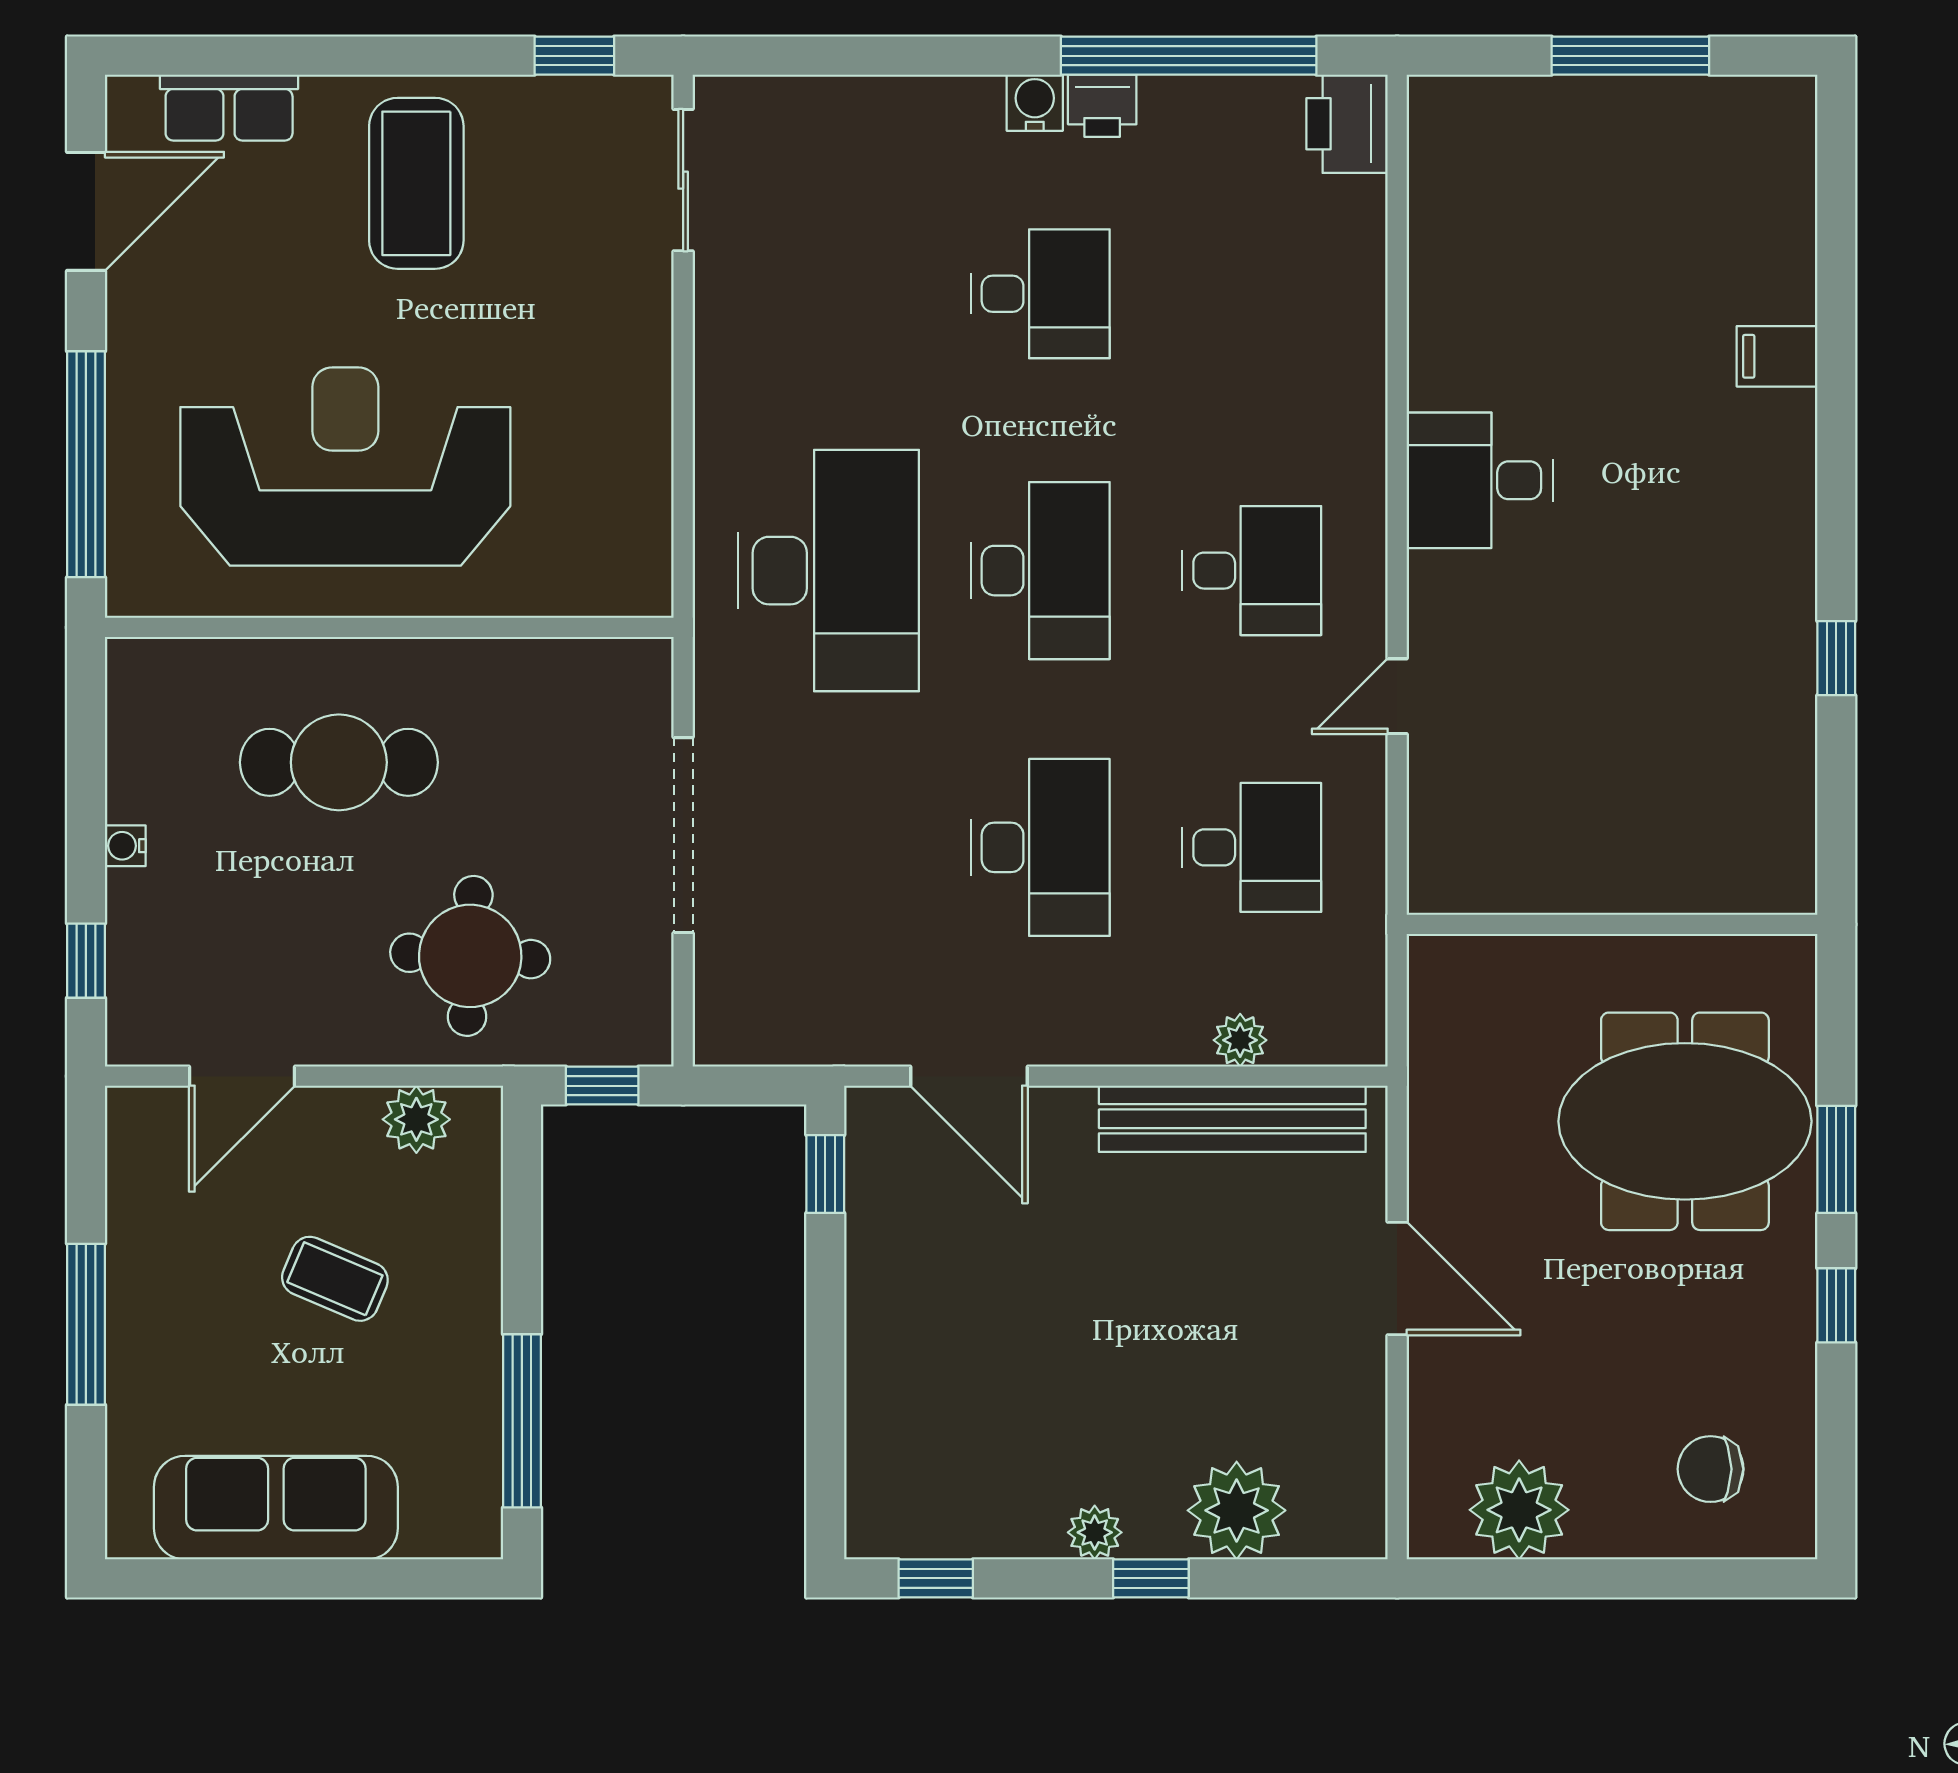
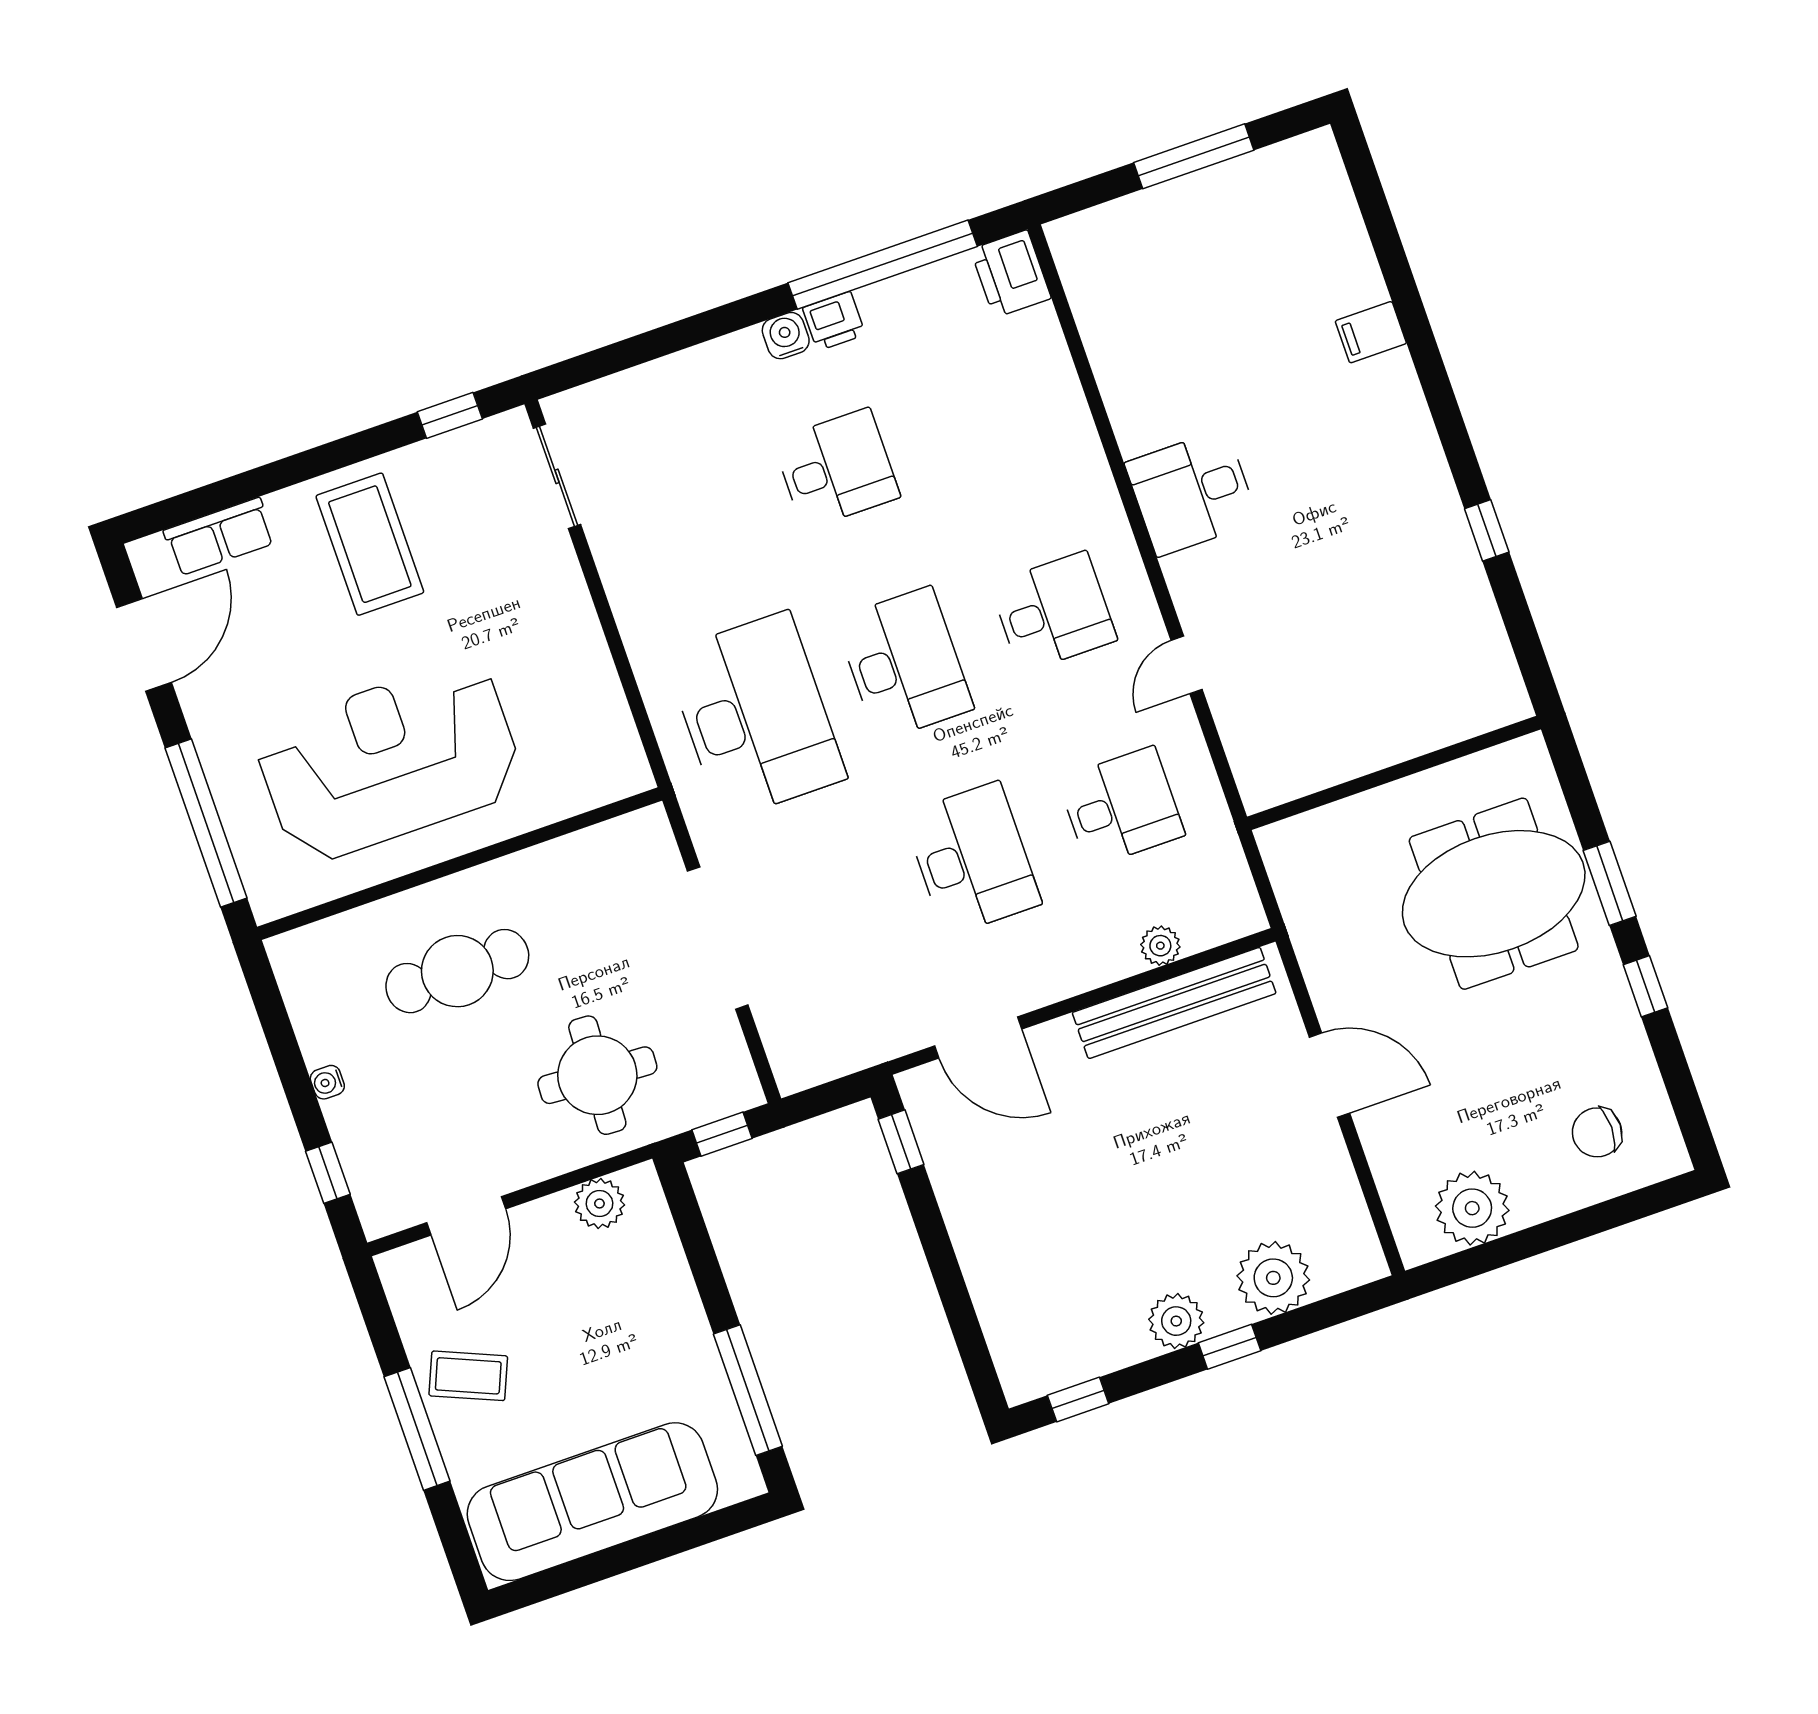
coffee table: (335, 1279) -> (468, 1376), moved
sofa: (276, 1508) -> (592, 1502), width x1.36, depth x1.27
plant: (1095, 1532) -> (1176, 1321), width x1.38, depth x1.38

